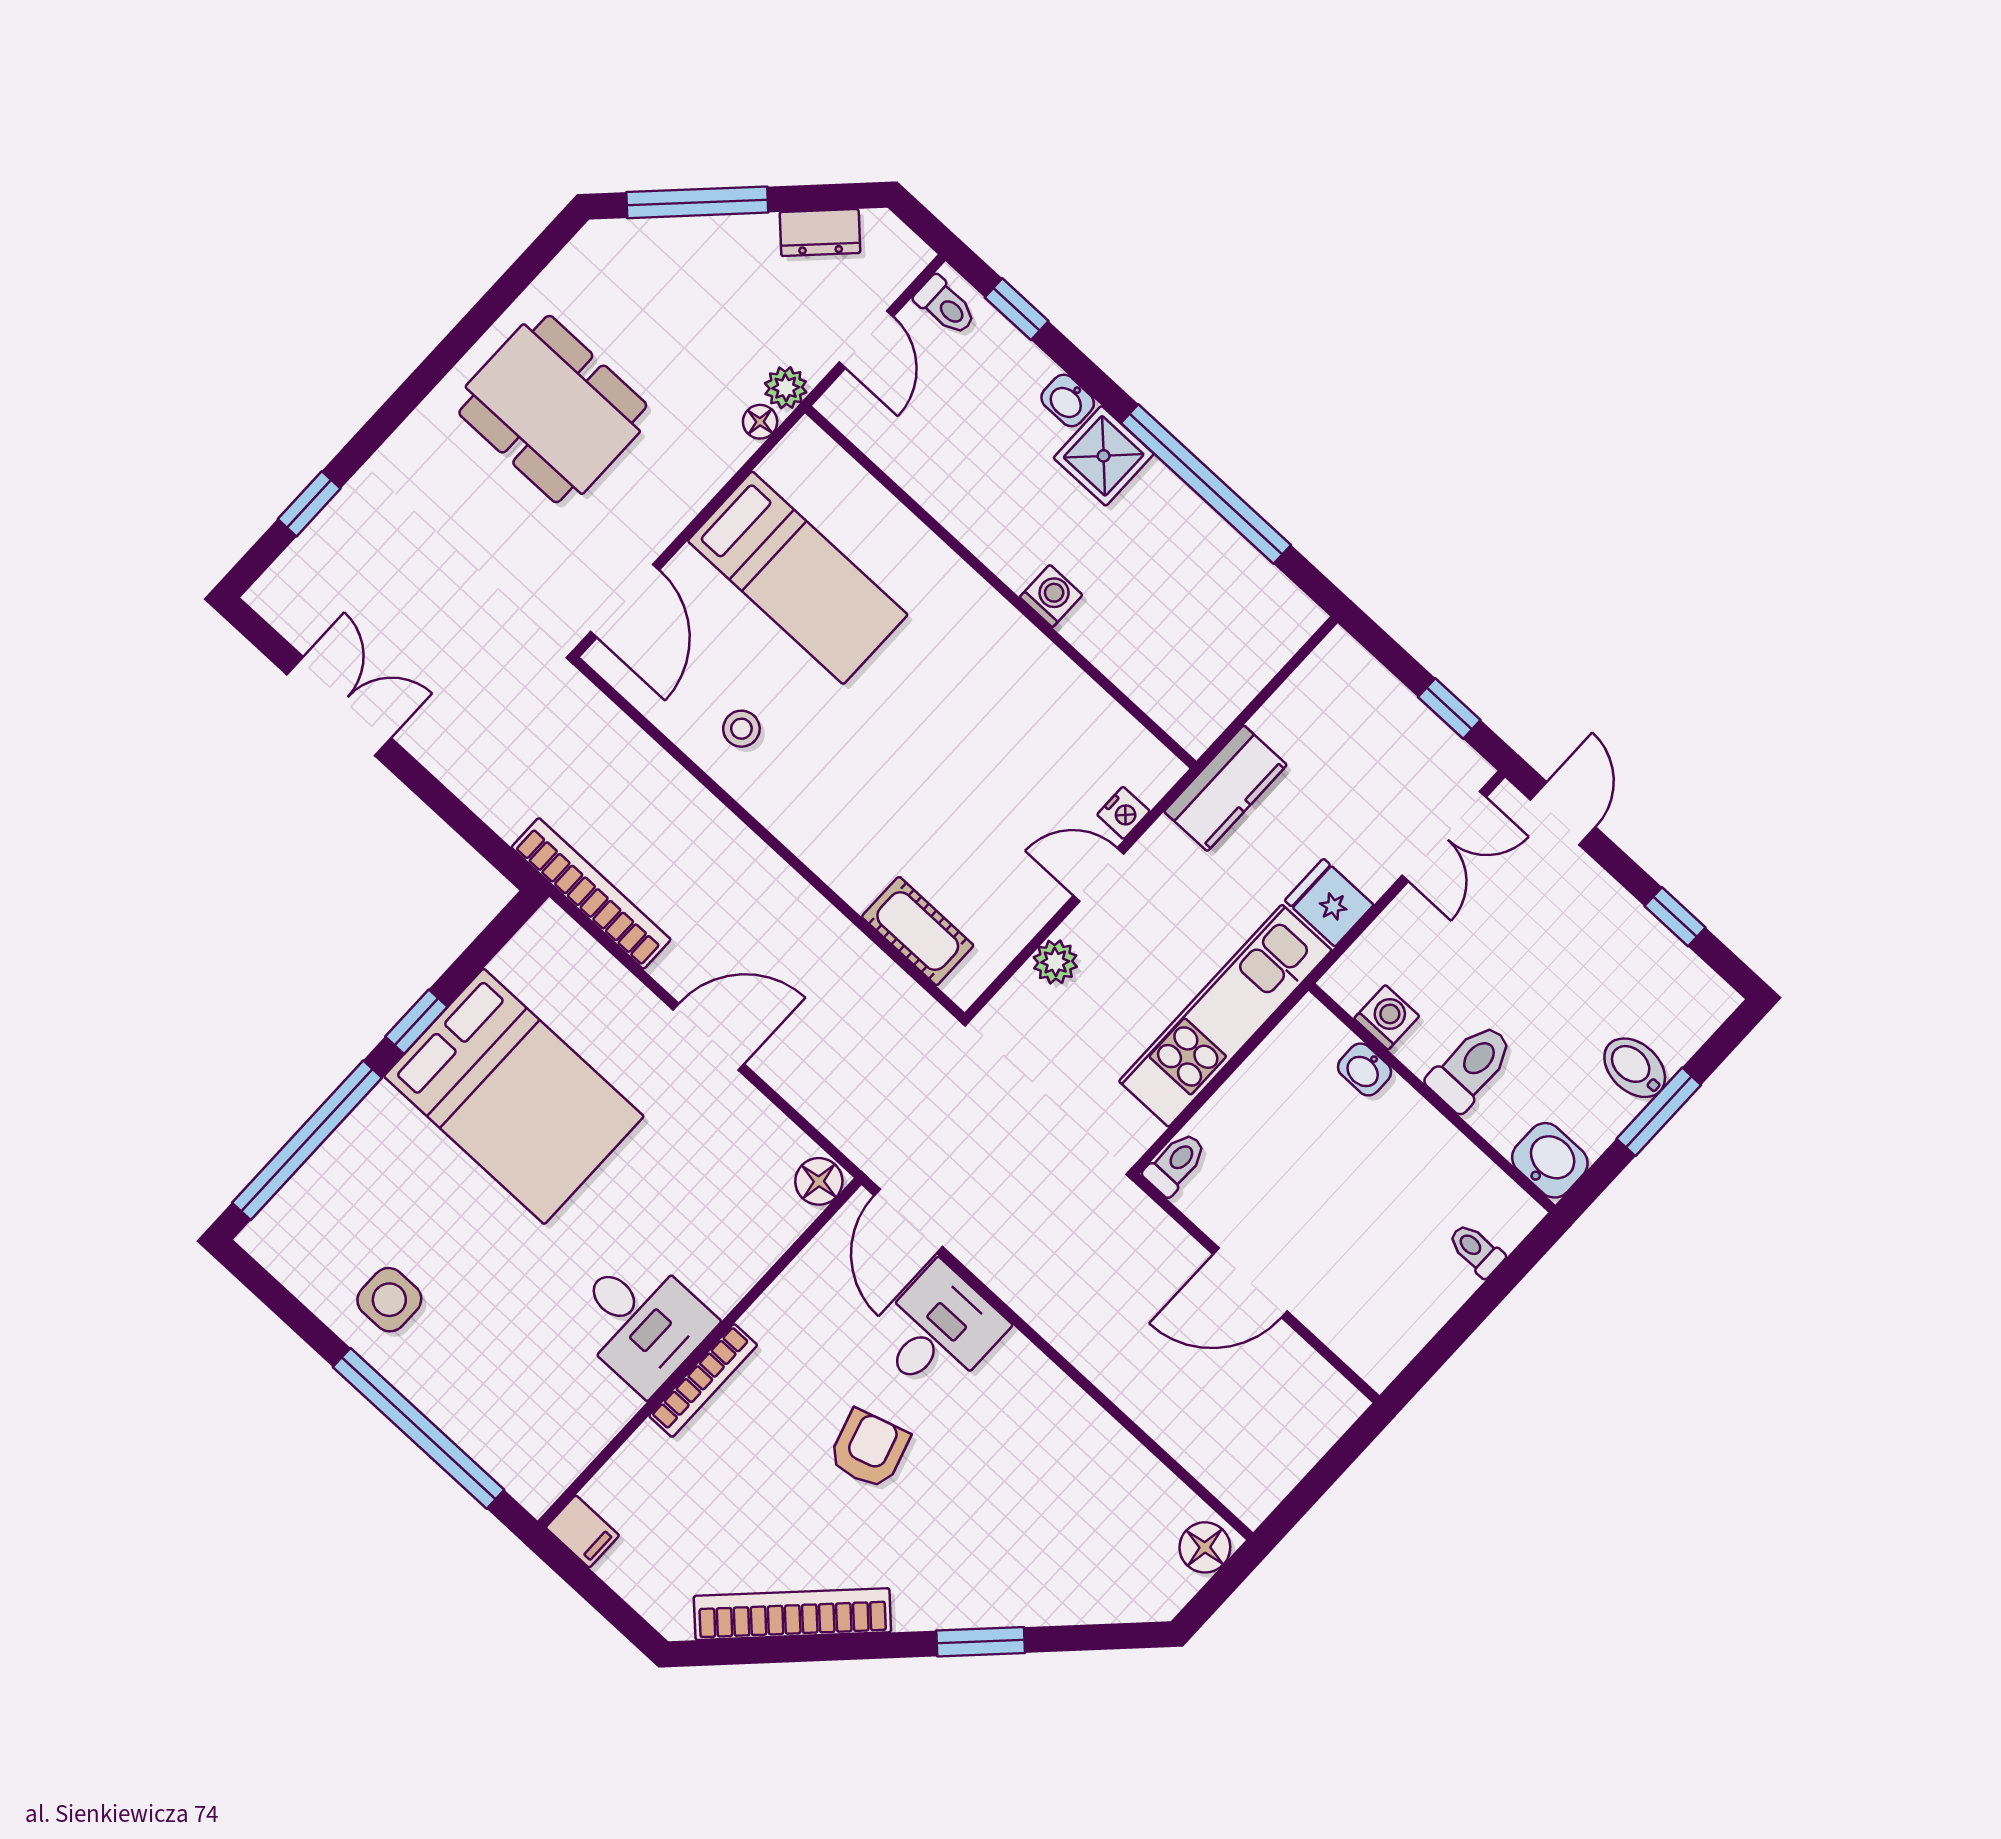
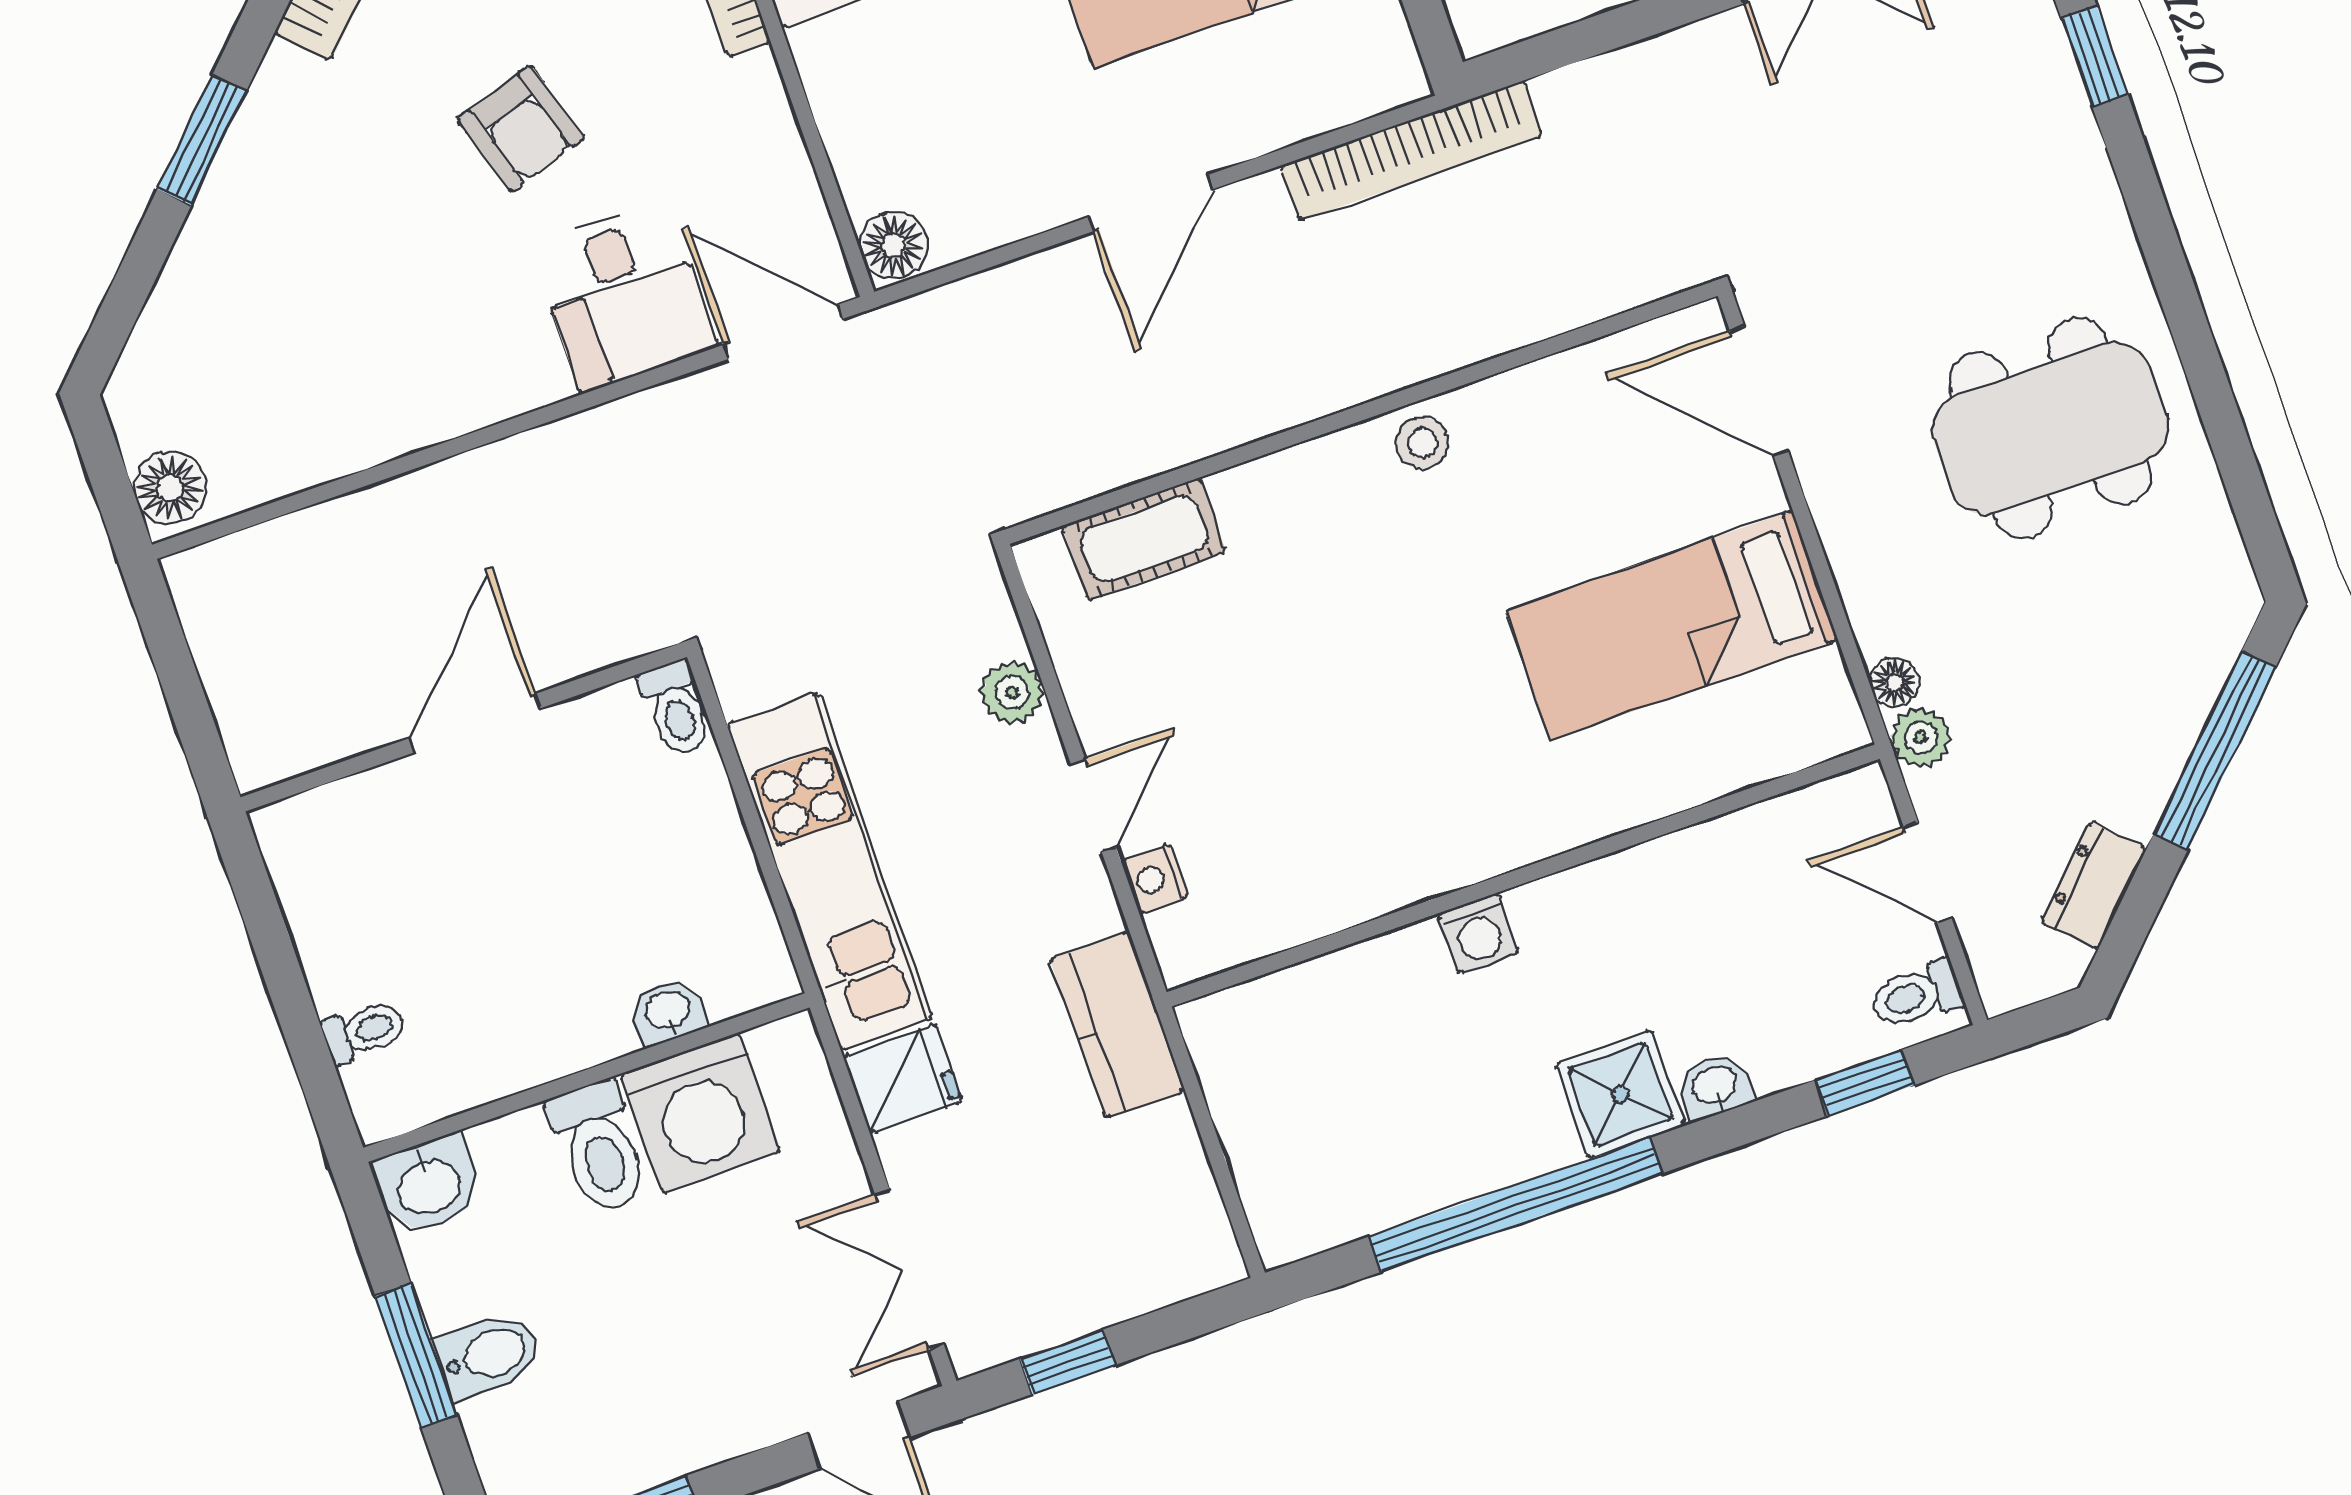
stool: (741, 729) -> (1422, 443), moved
washing machine: (1387, 1017) -> (701, 1113), width x1.89, depth x1.89

